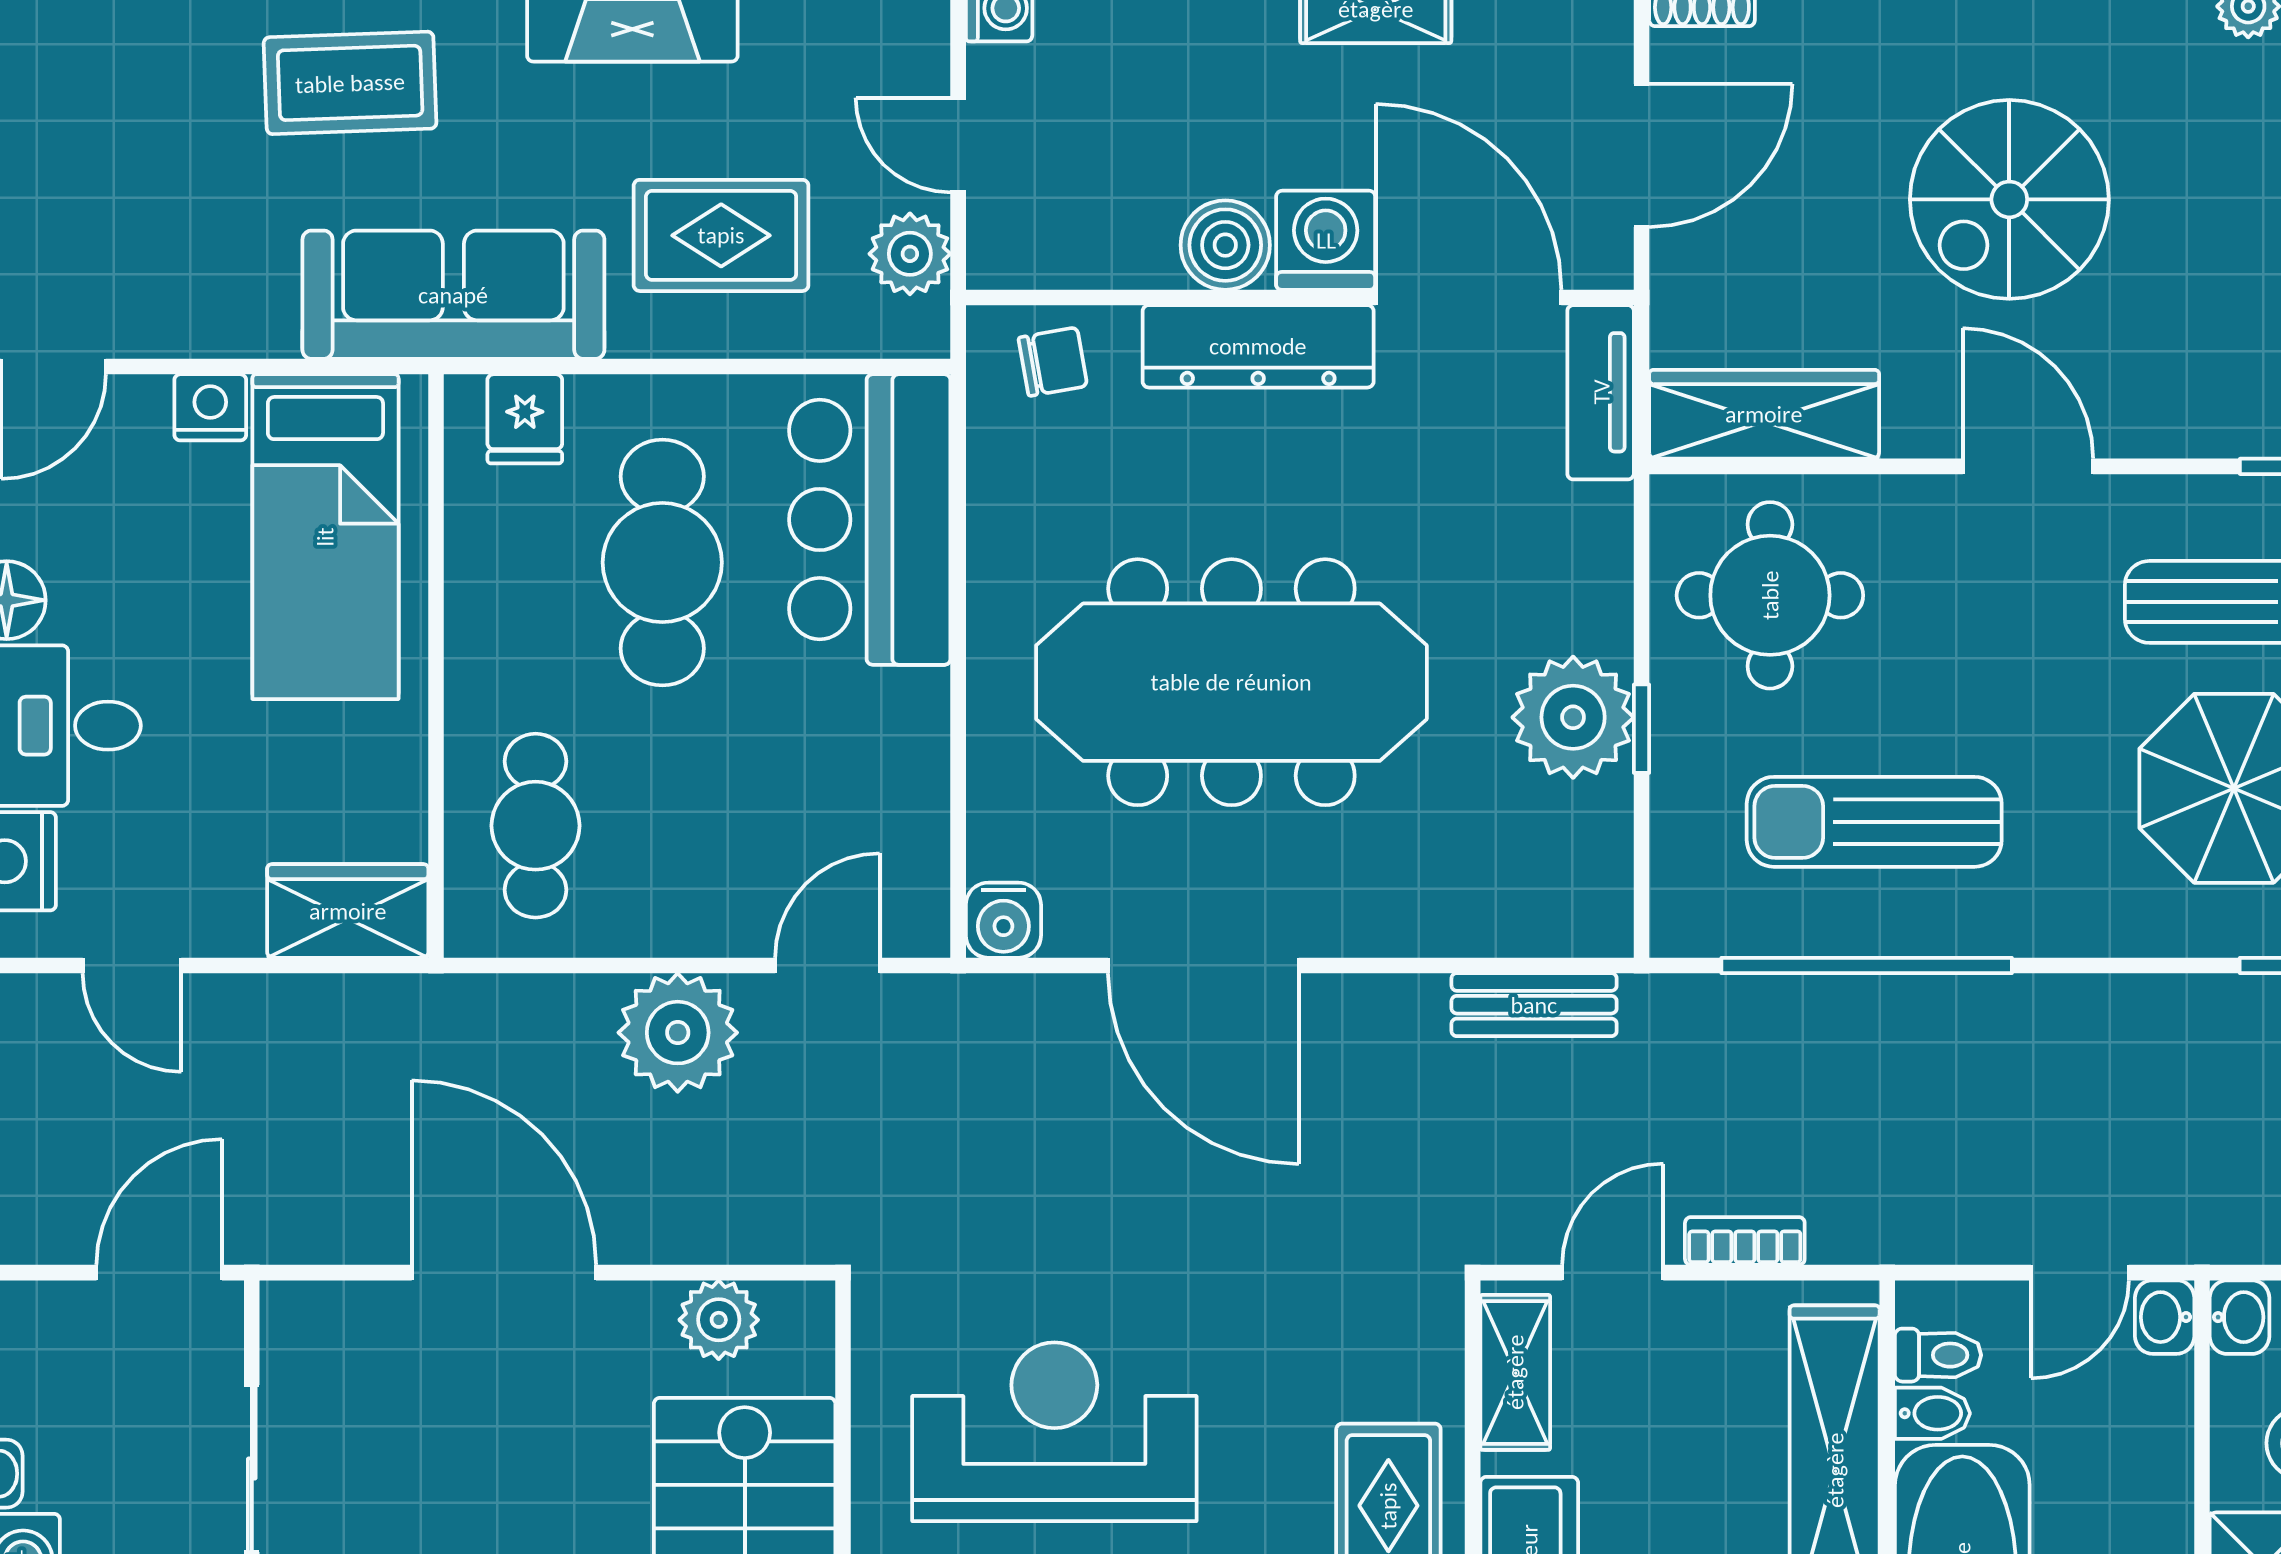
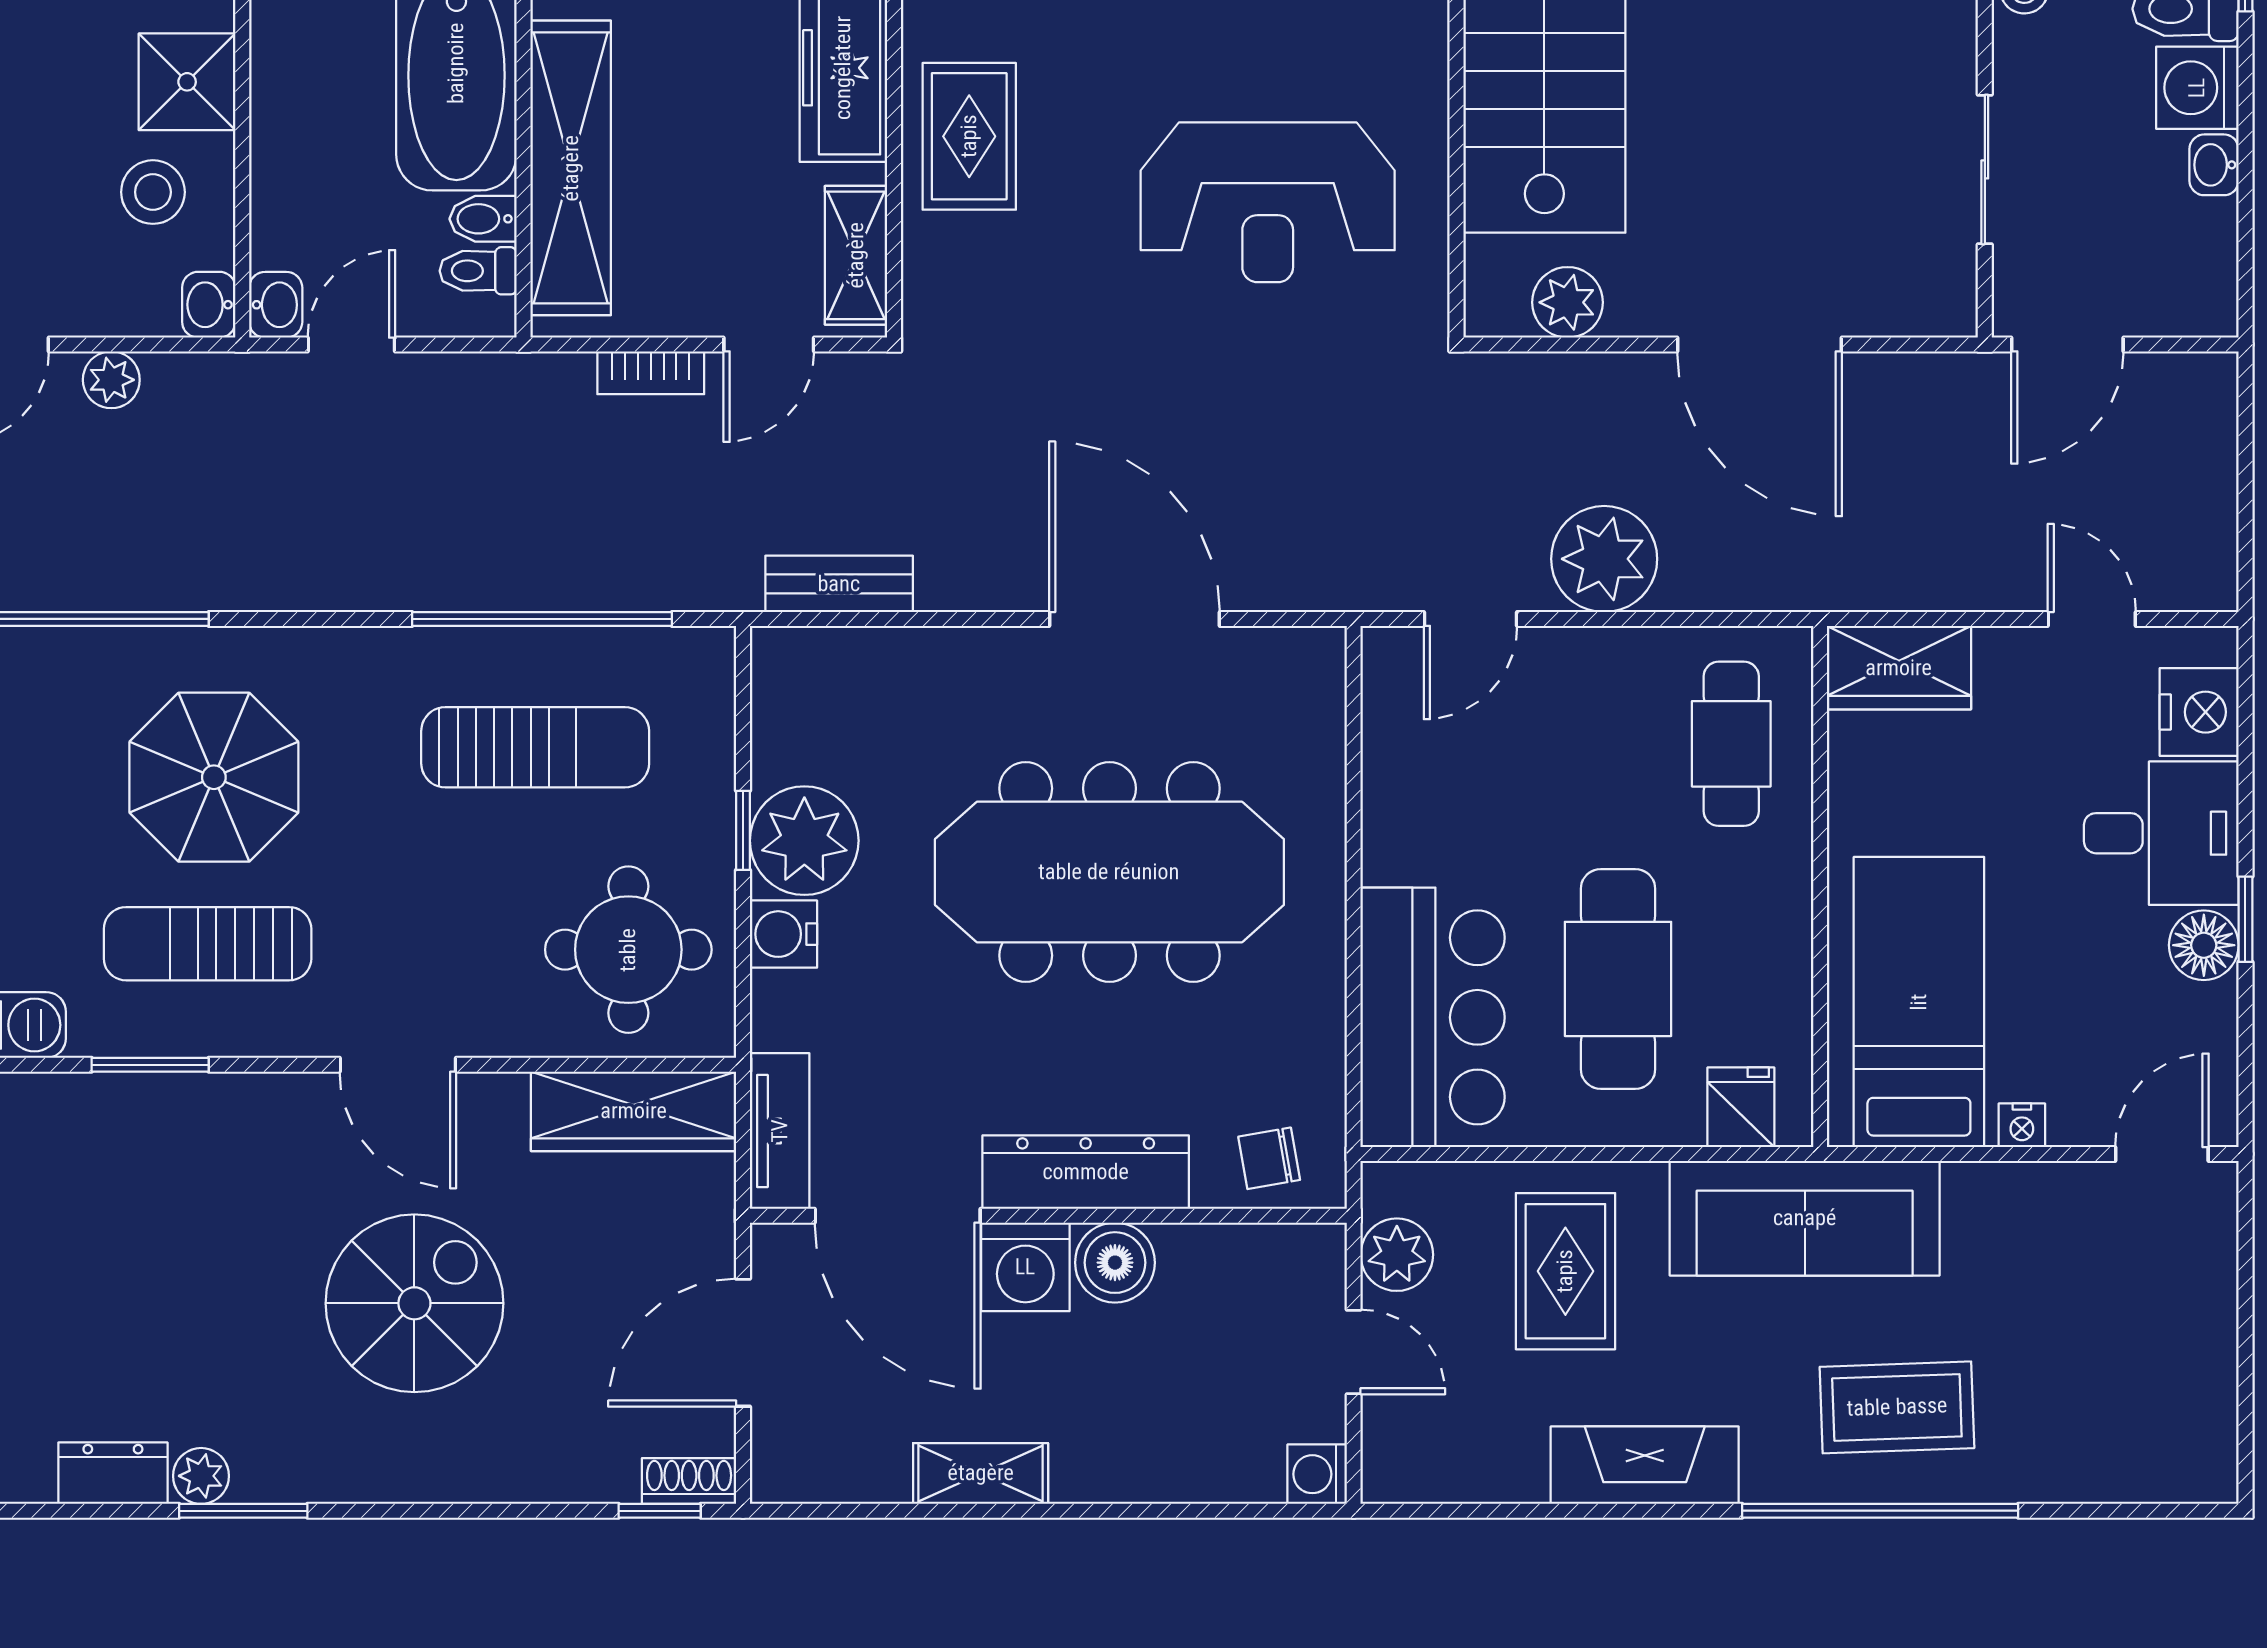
rug: (721, 235) -> (1565, 1271), turned 90
nightstand: (210, 407) -> (2022, 1125), width x0.72, depth x0.74
water cooler: (1003, 920) -> (784, 934), moved, turned -90

